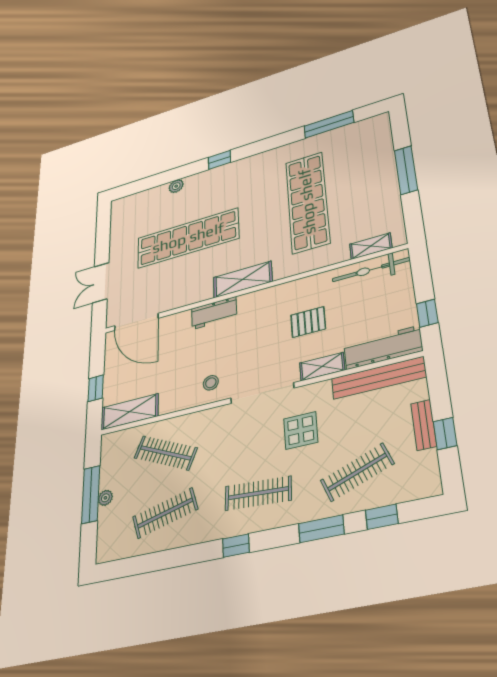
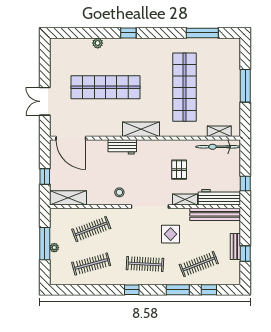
pallet: (308, 322) -> (179, 170), turned 90
clothes rail: (165, 453) -> (91, 229), turned -45

